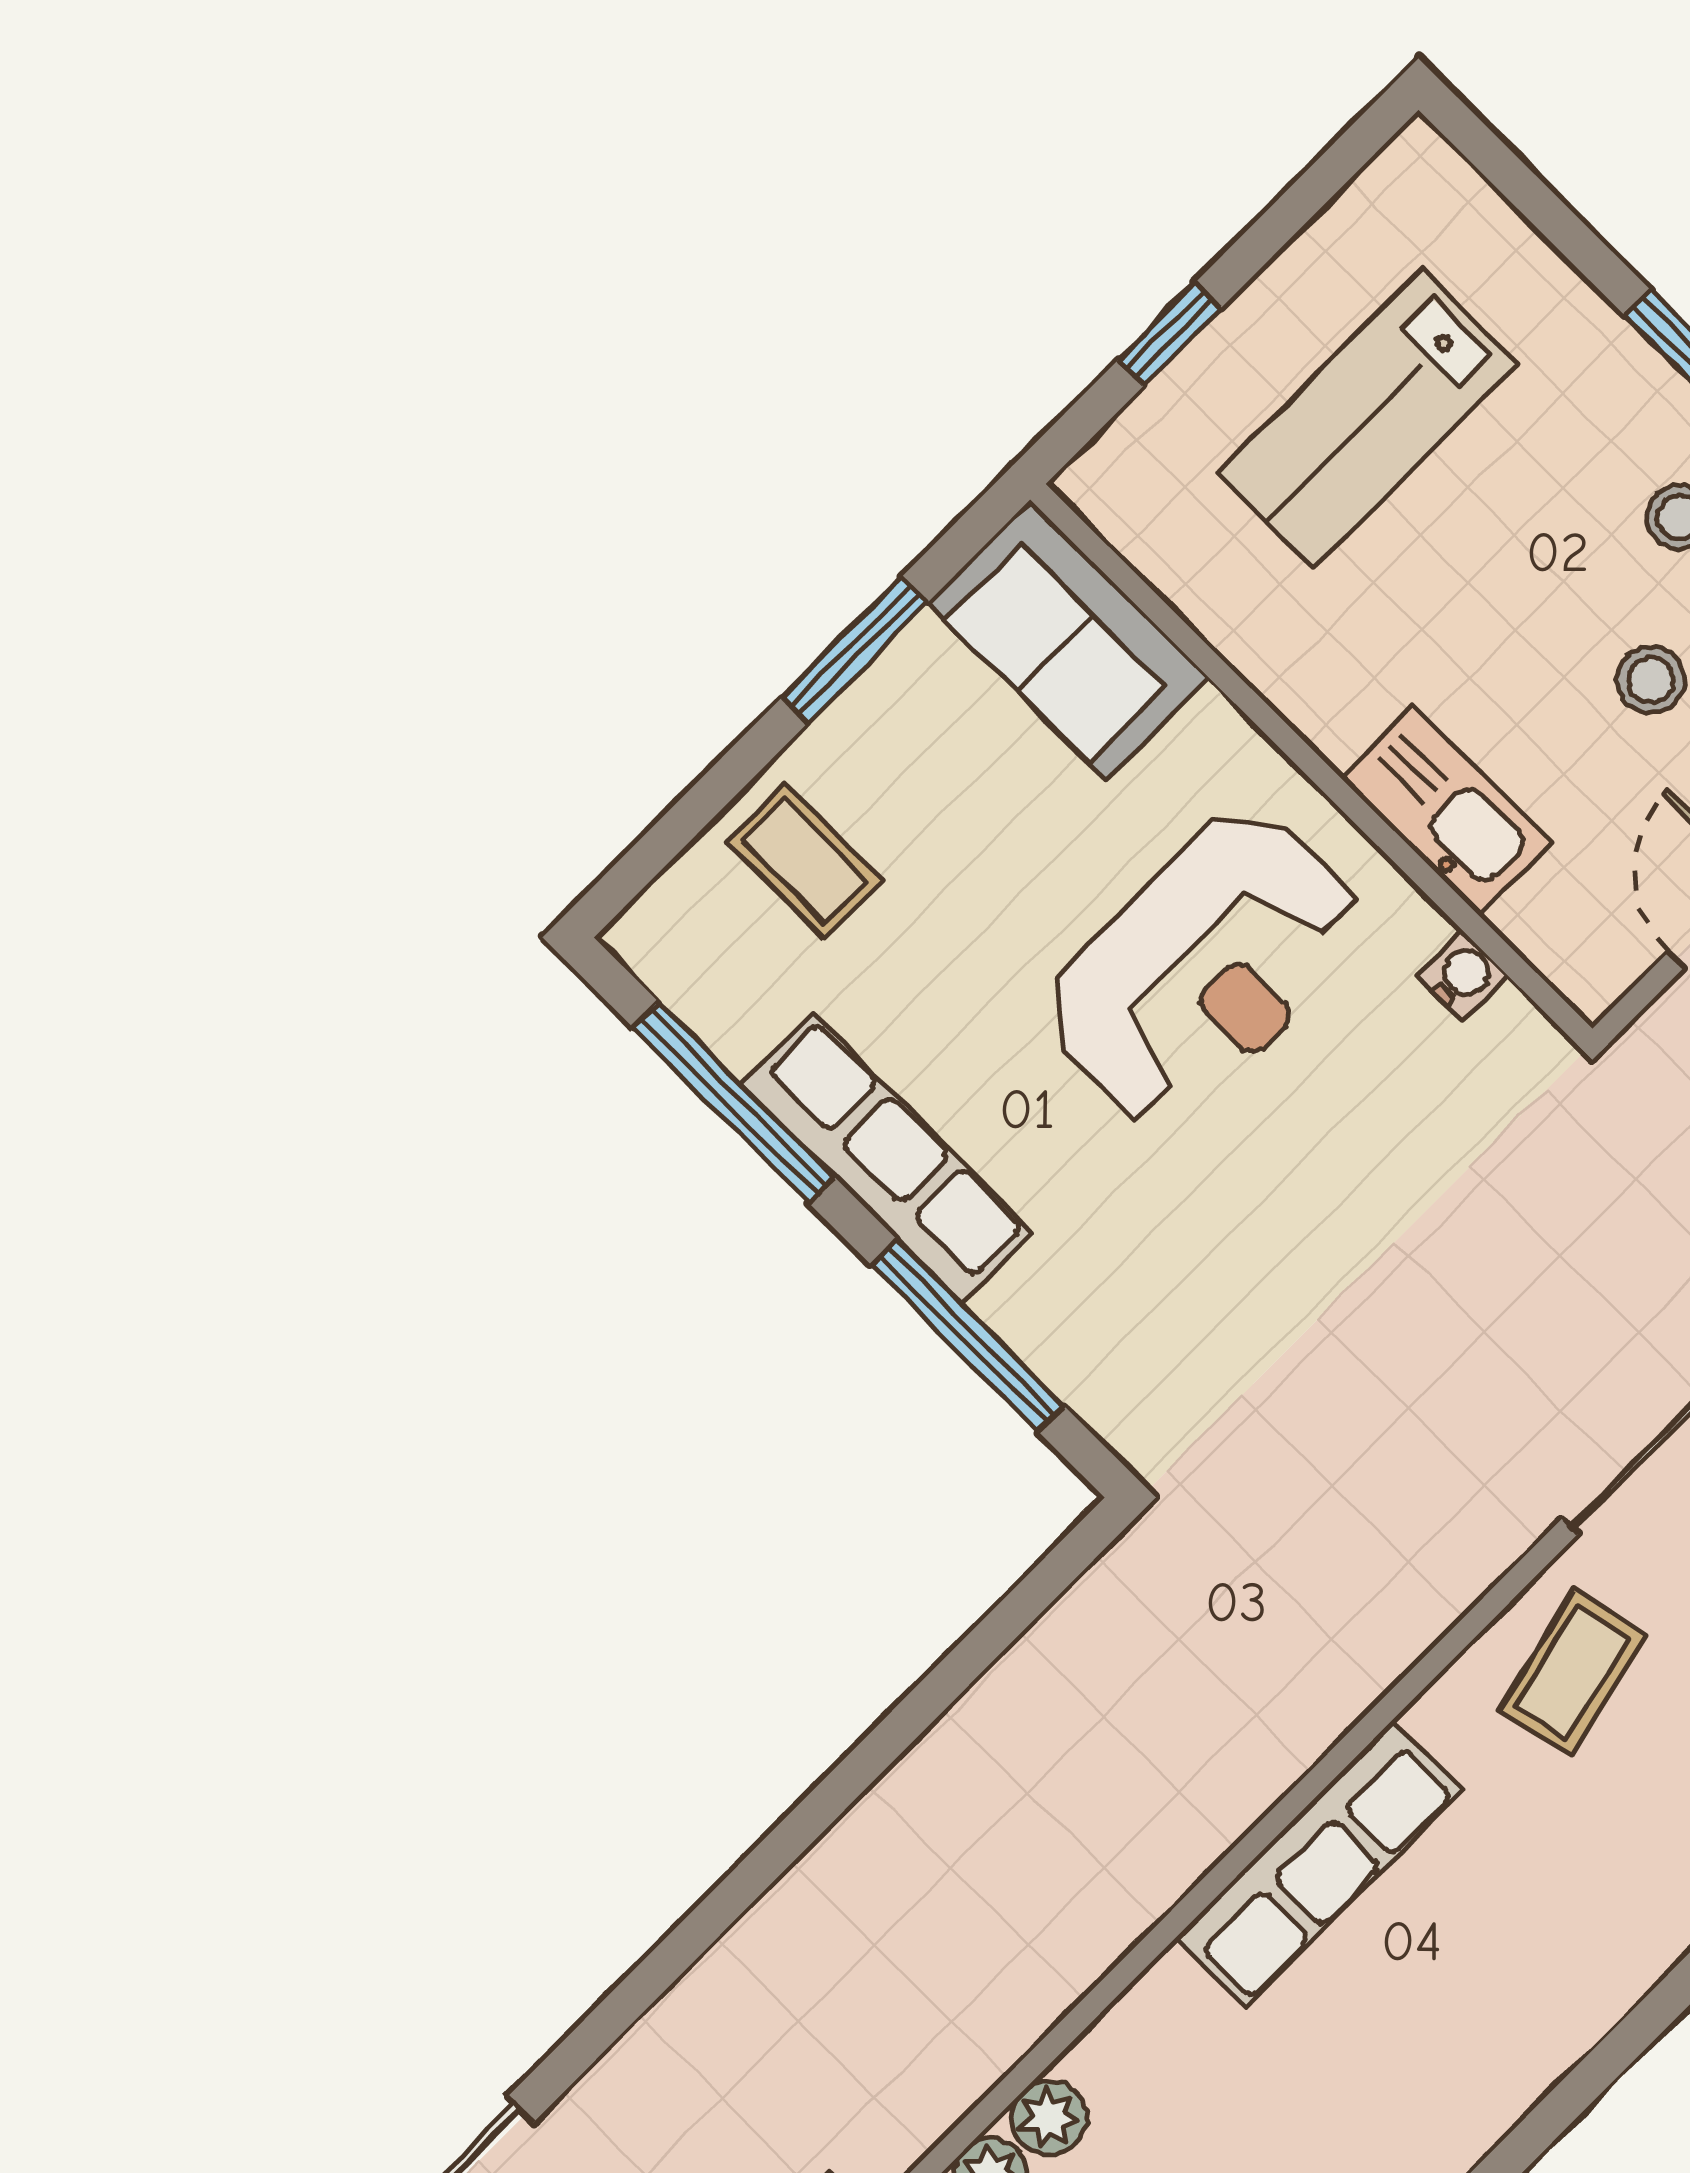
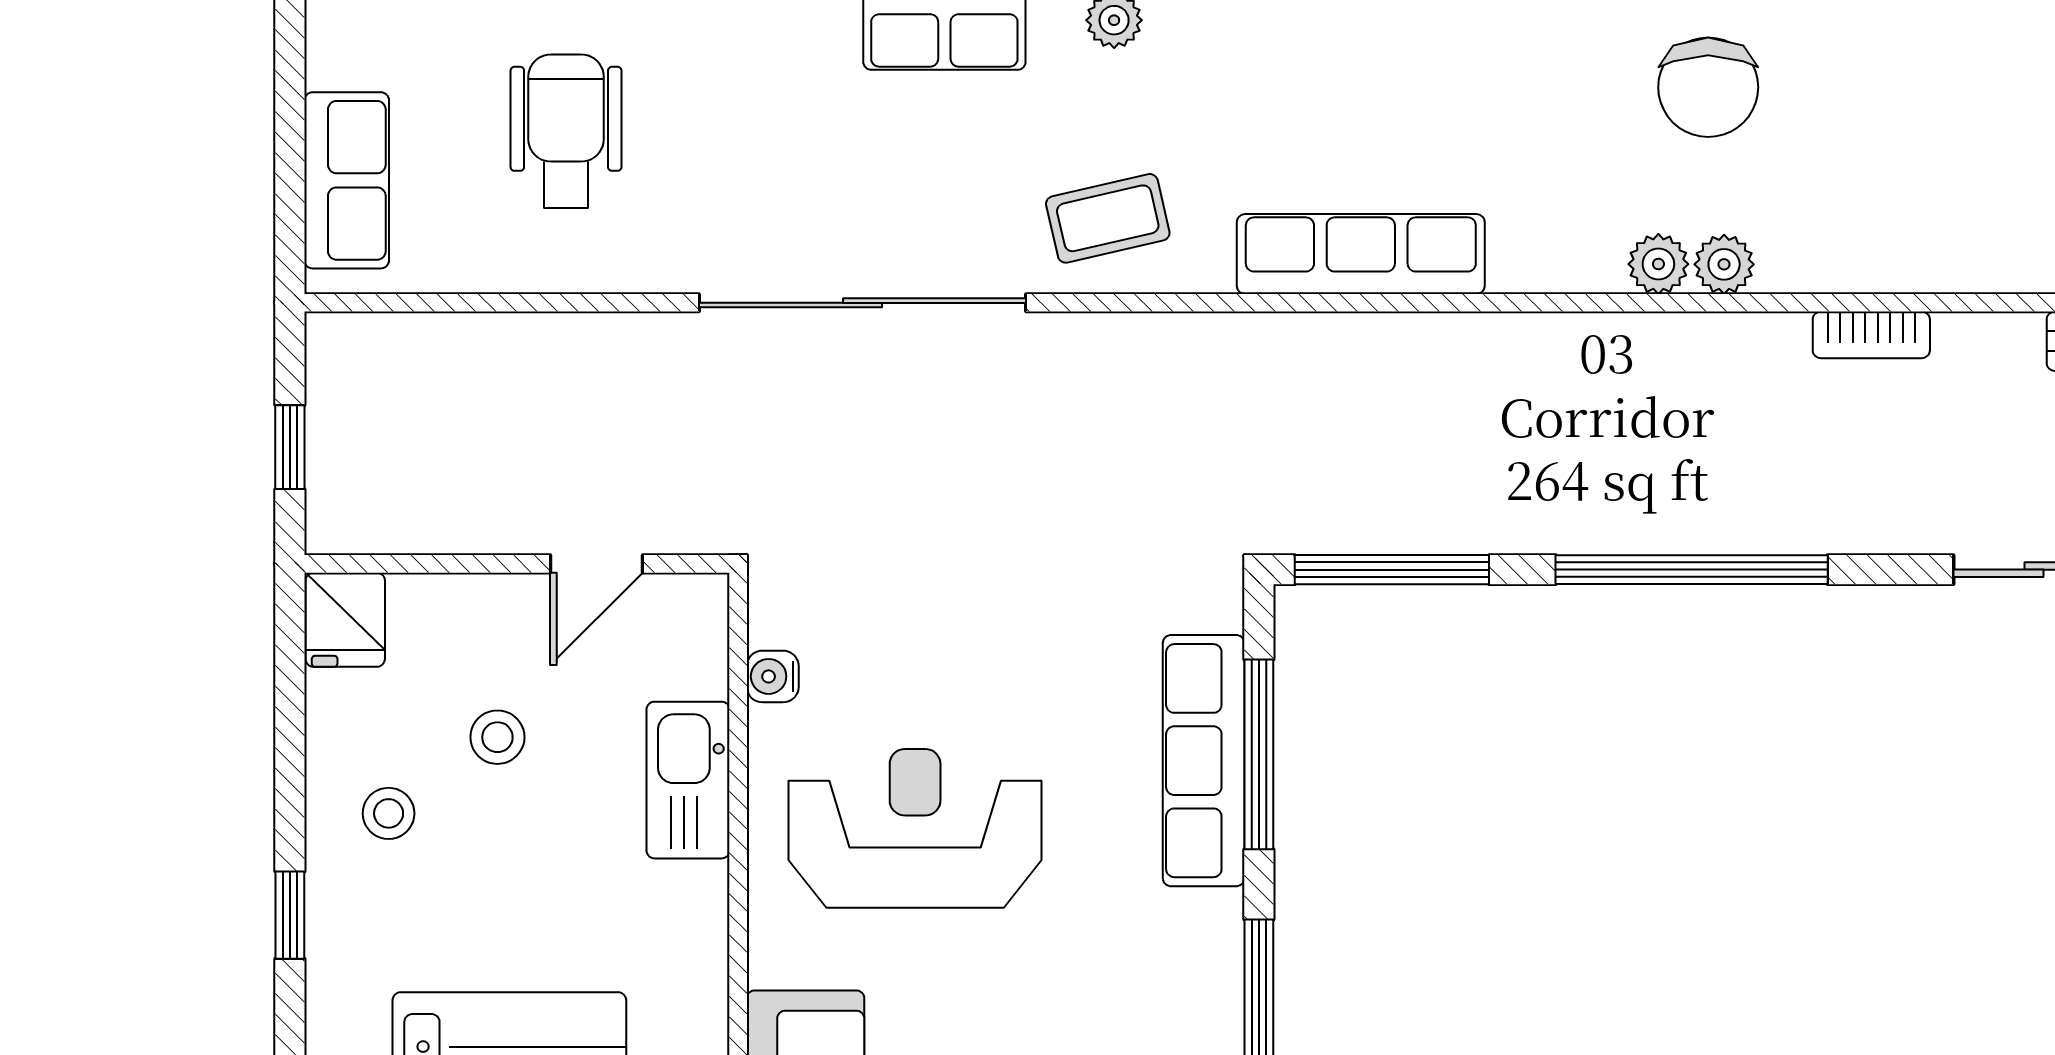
row of seats: (887, 1158) -> (1204, 761), moved
window: (1013, 1615) -> (1392, 570), added
window: (750, 1879) -> (1692, 570), added

